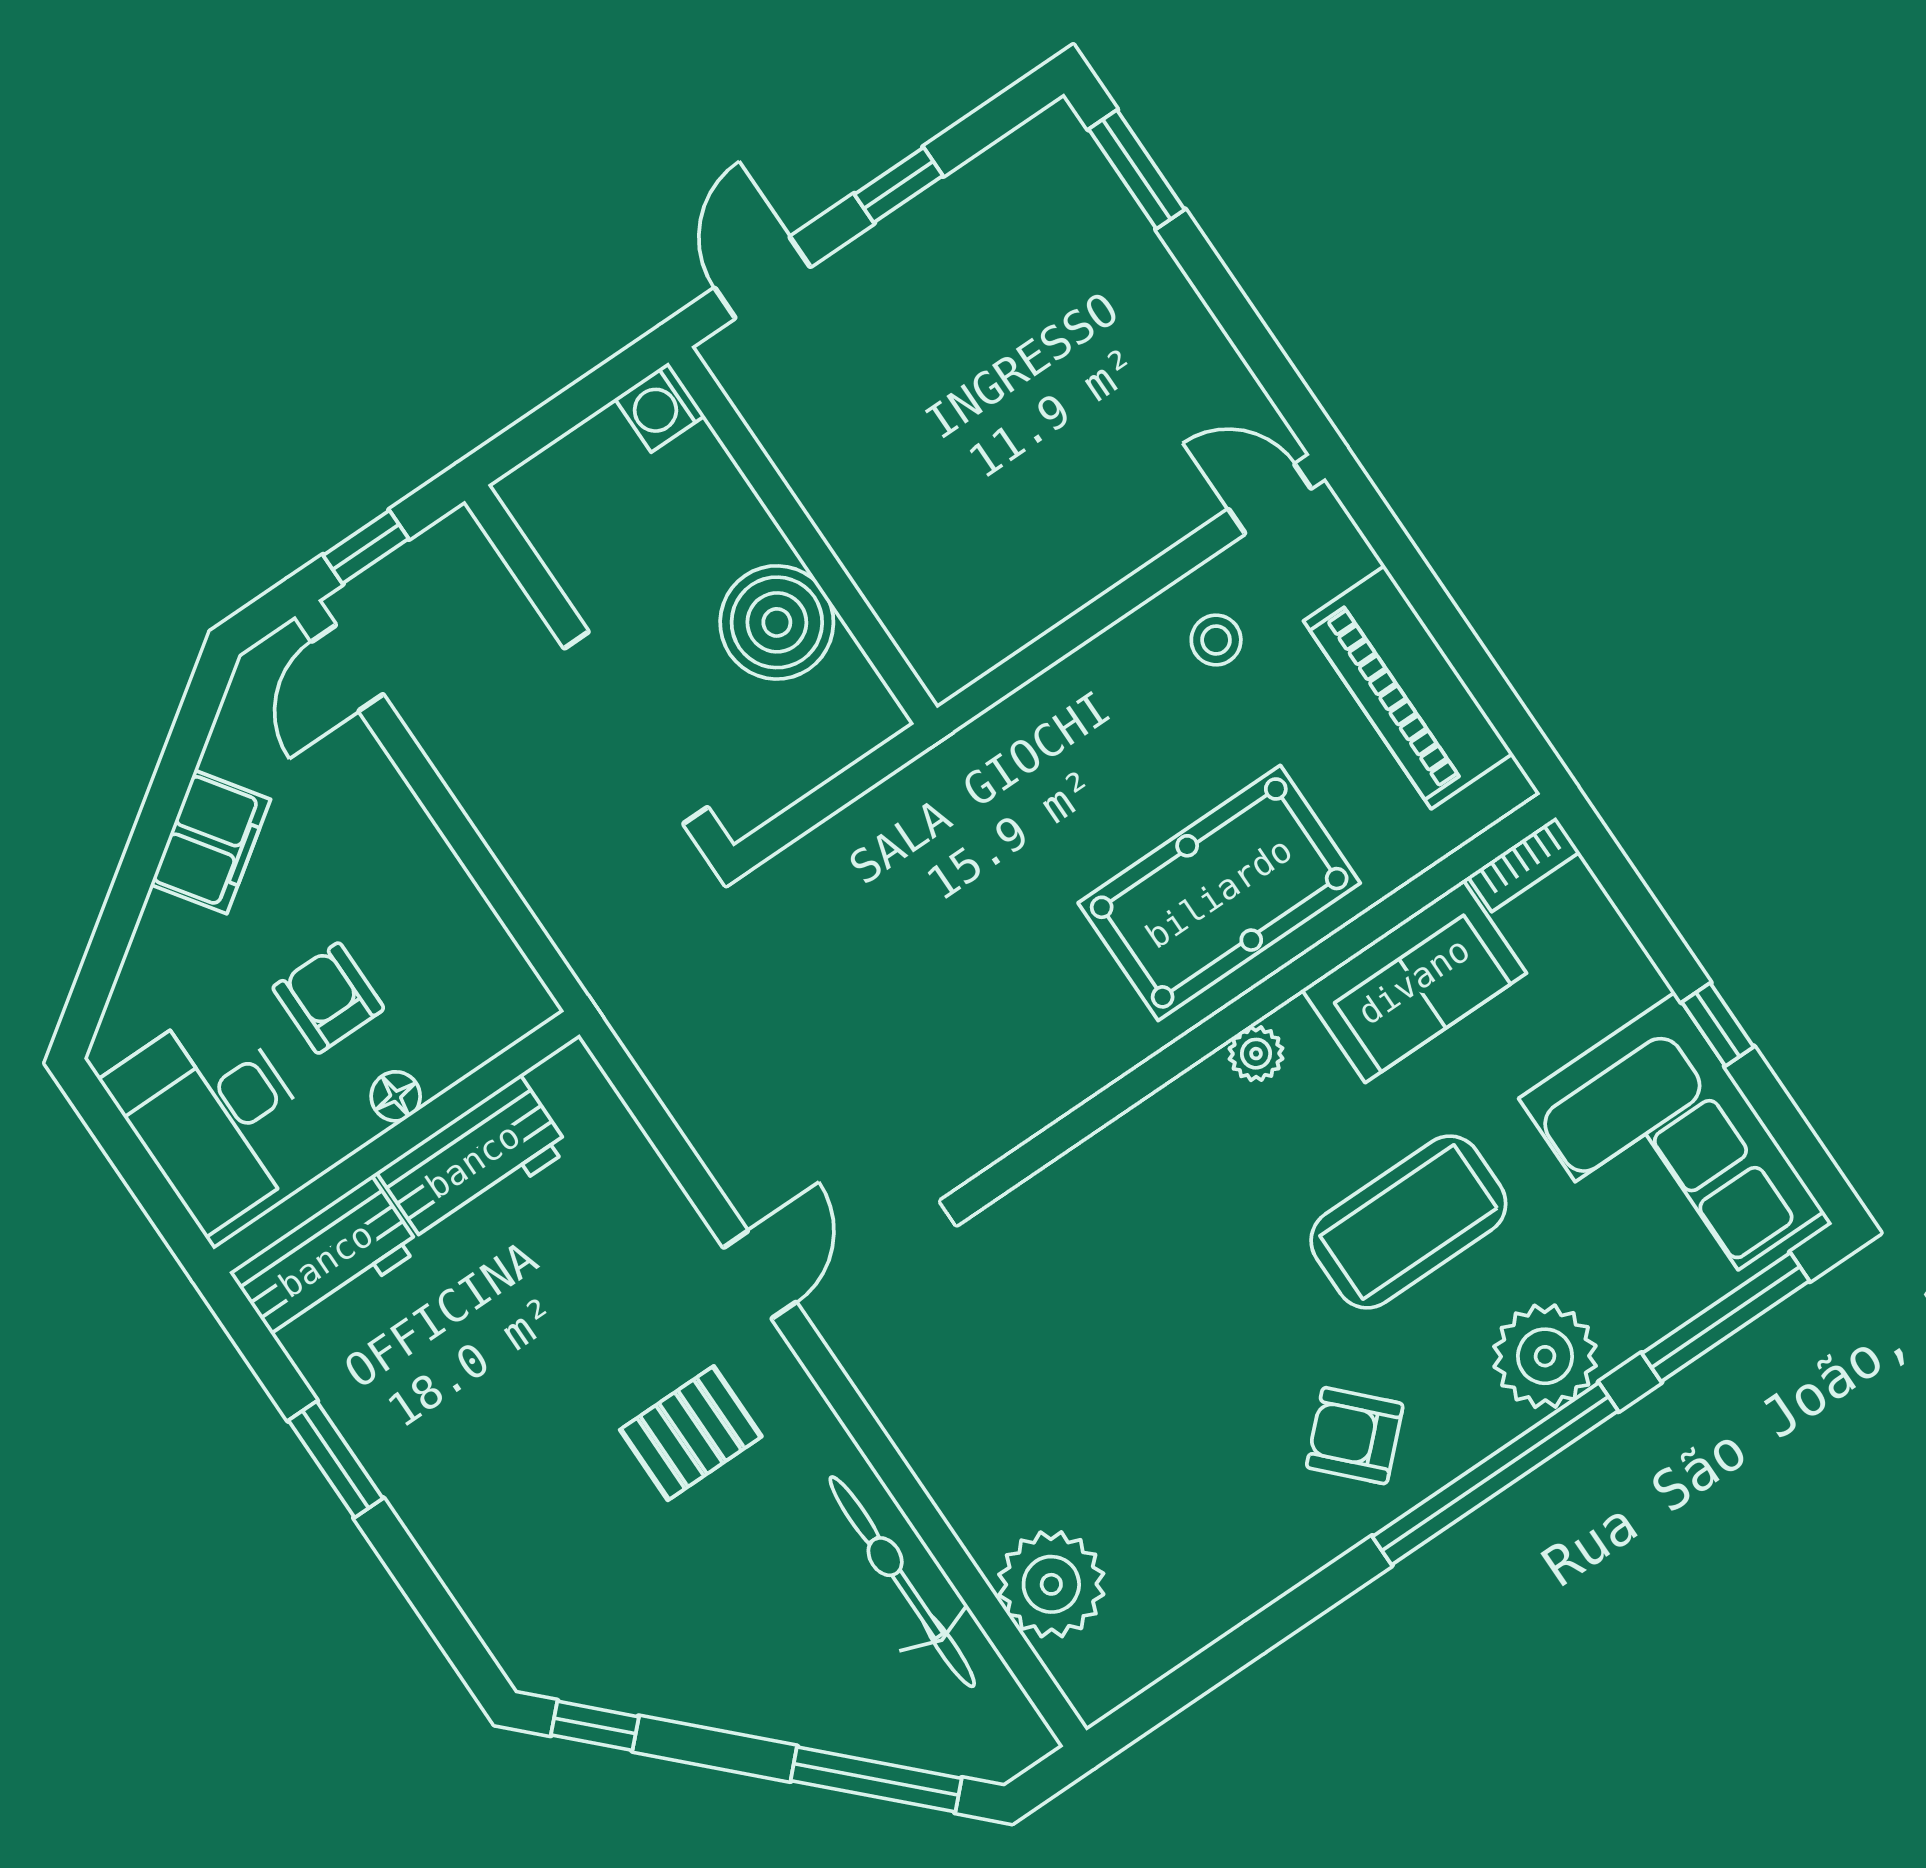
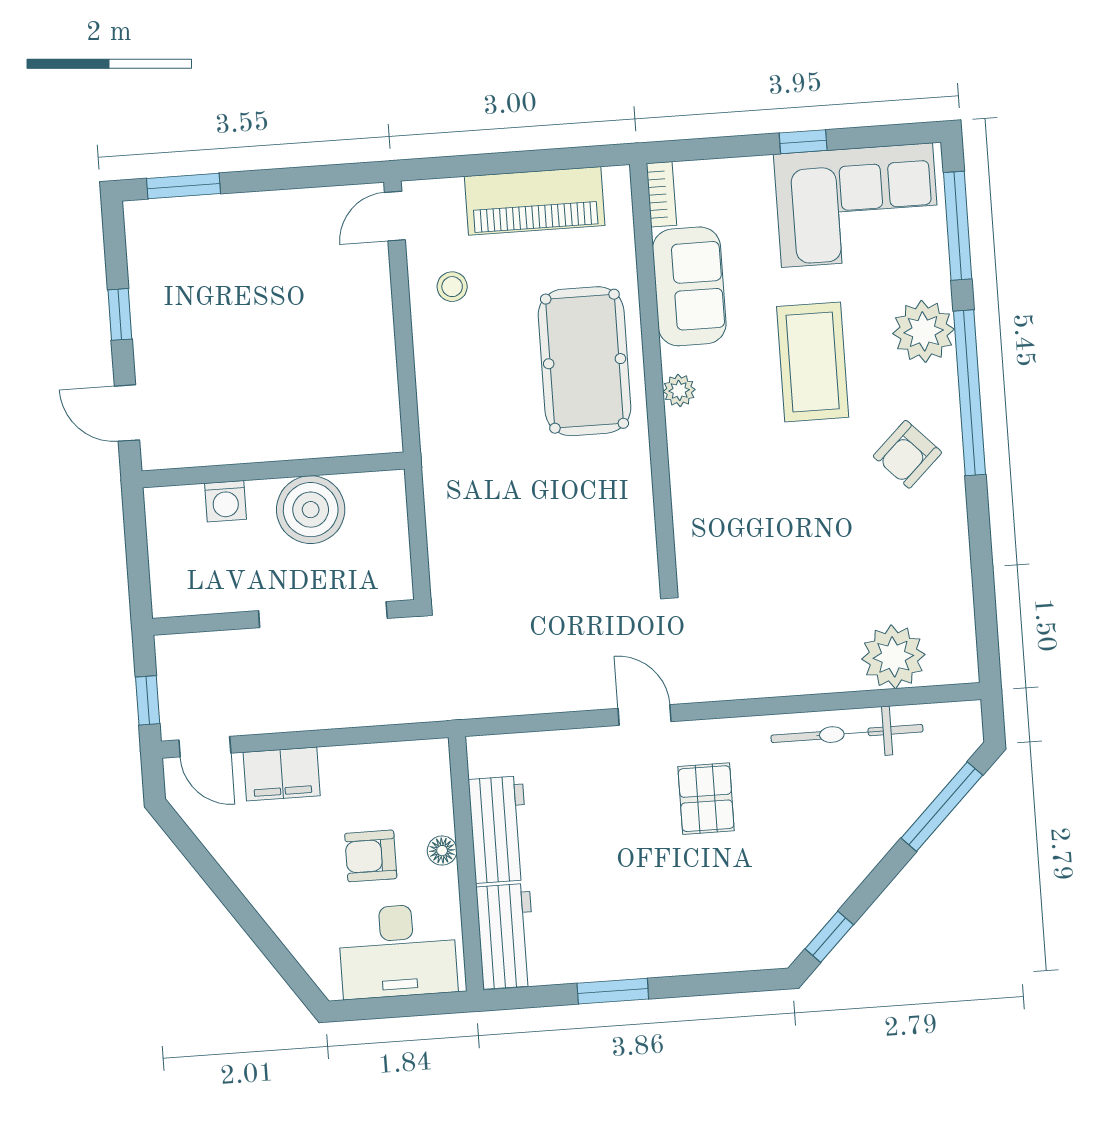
washing machine: (660, 407) -> (226, 501), moved
filing cabinet: (211, 842) -> (282, 774), moved, turned 125

